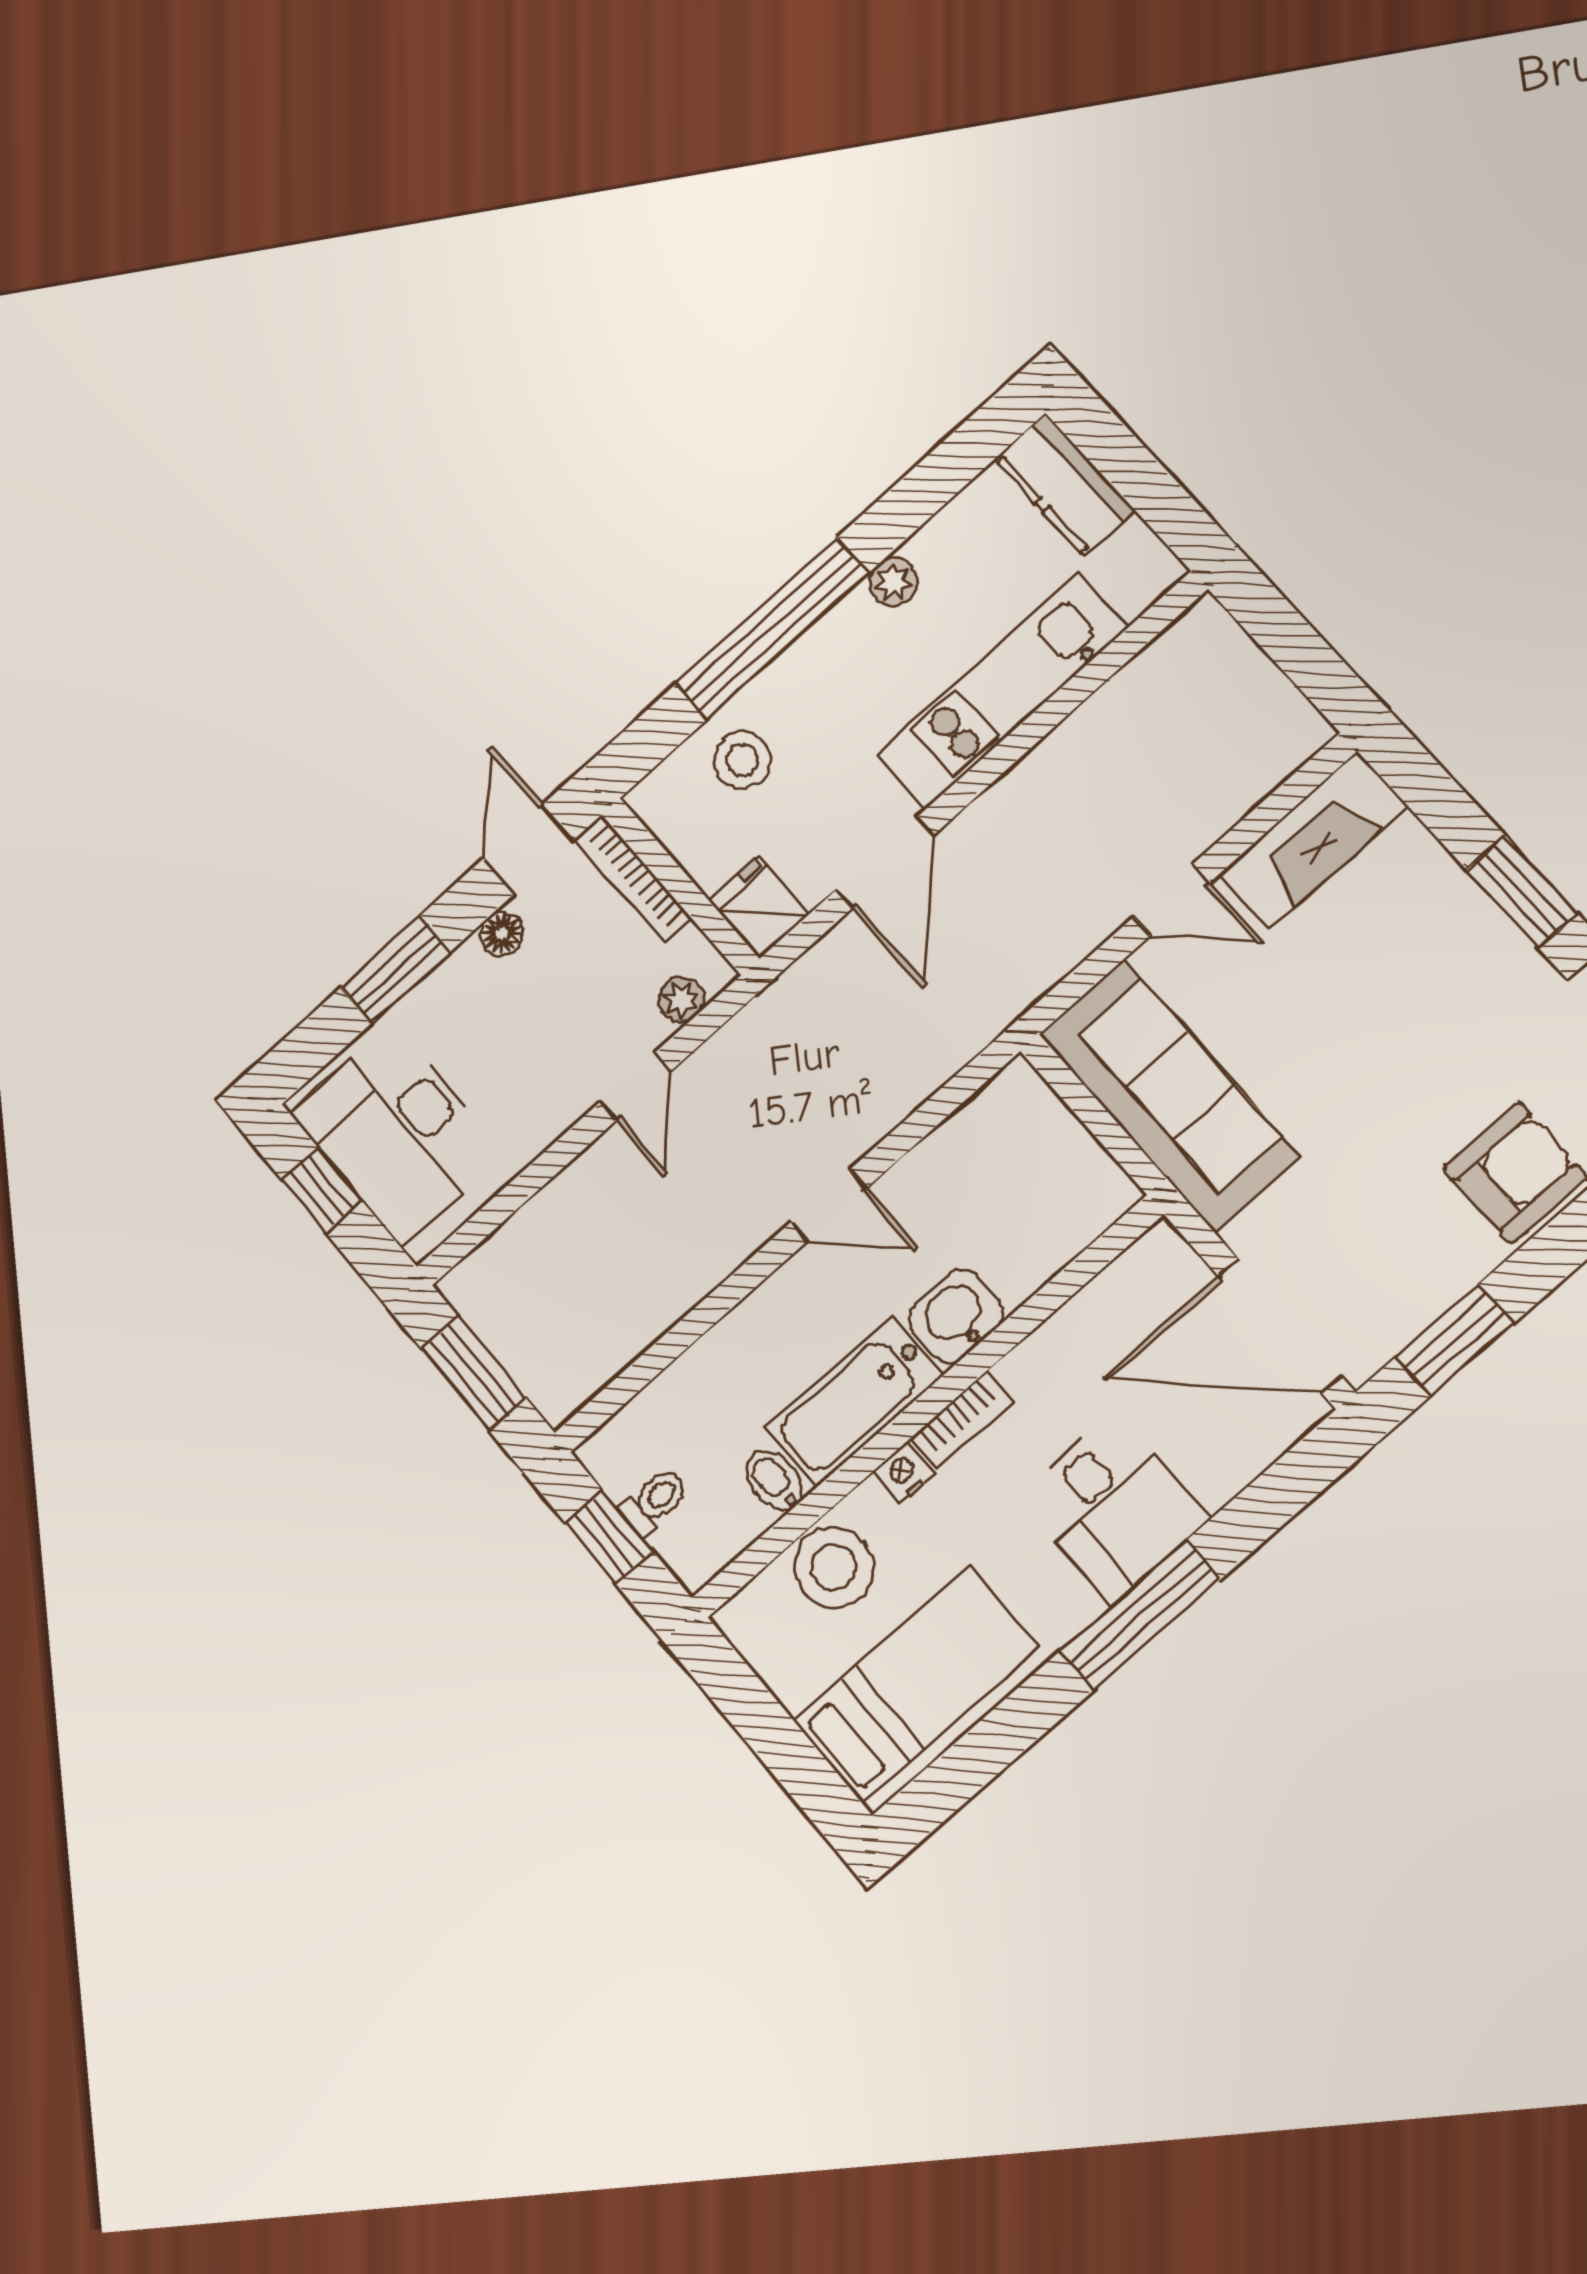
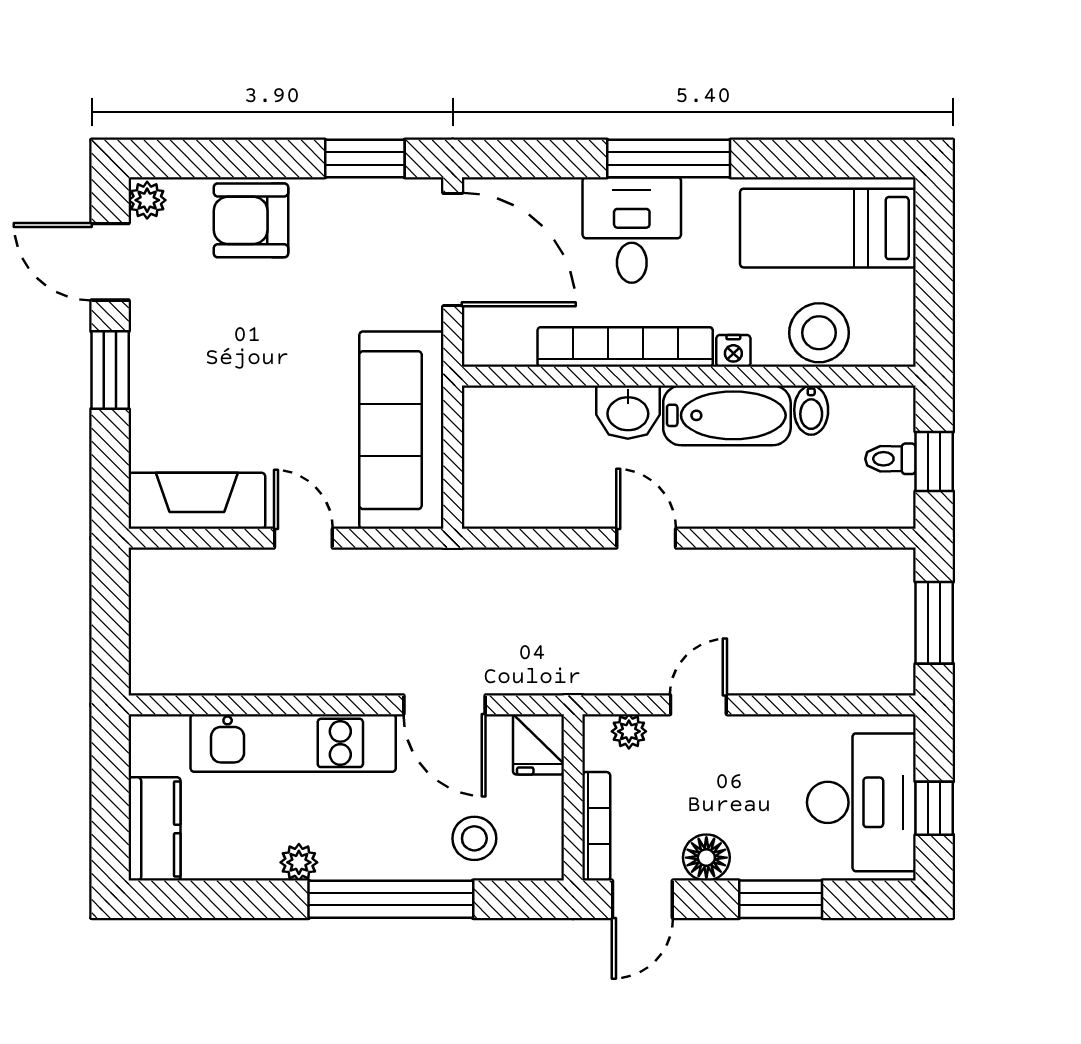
door: (885, 862) -> (445, 705), swing flipped
floor lamp: (502, 934) -> (706, 858), width x1.37, depth x1.37
bookcase: (962, 1420) -> (625, 347), width x2.31, depth x1.31

